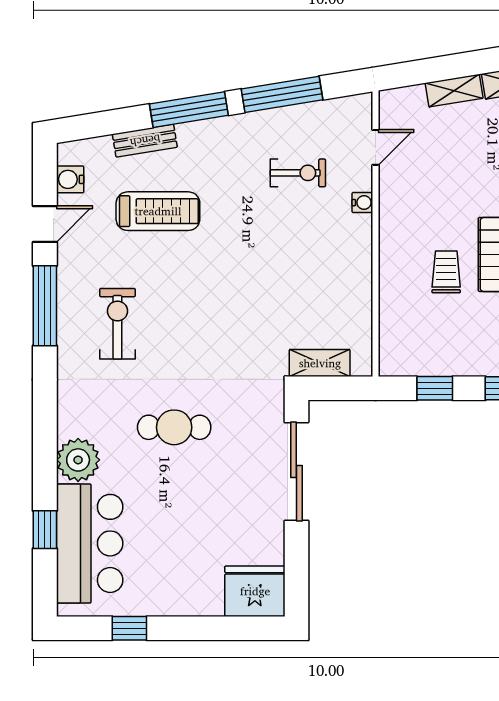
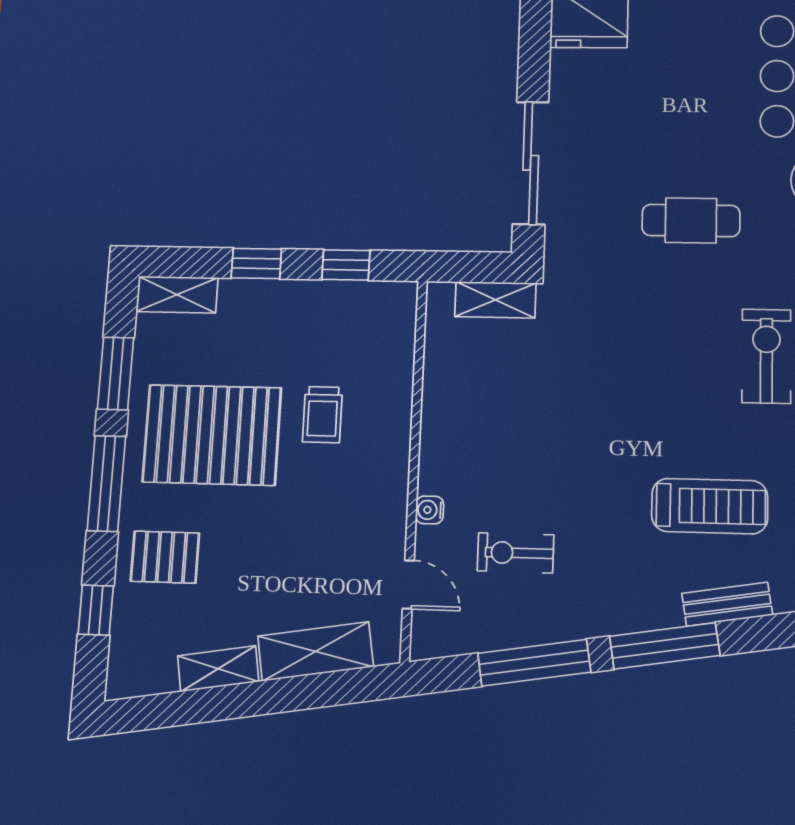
shelving: (454, 91) -> (315, 651), width x1.50, depth x1.33
door: (376, 147) -> (408, 585), swing flipped
treadmill: (158, 211) -> (710, 506), turned 180
exercise bike: (117, 324) -> (766, 356), turned 180

